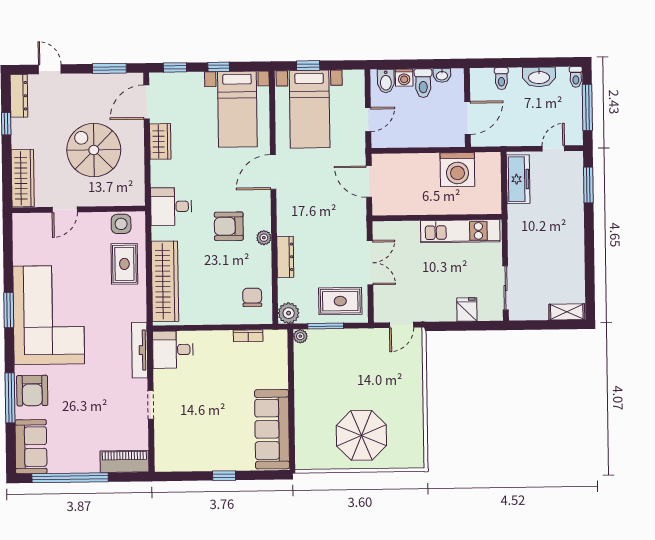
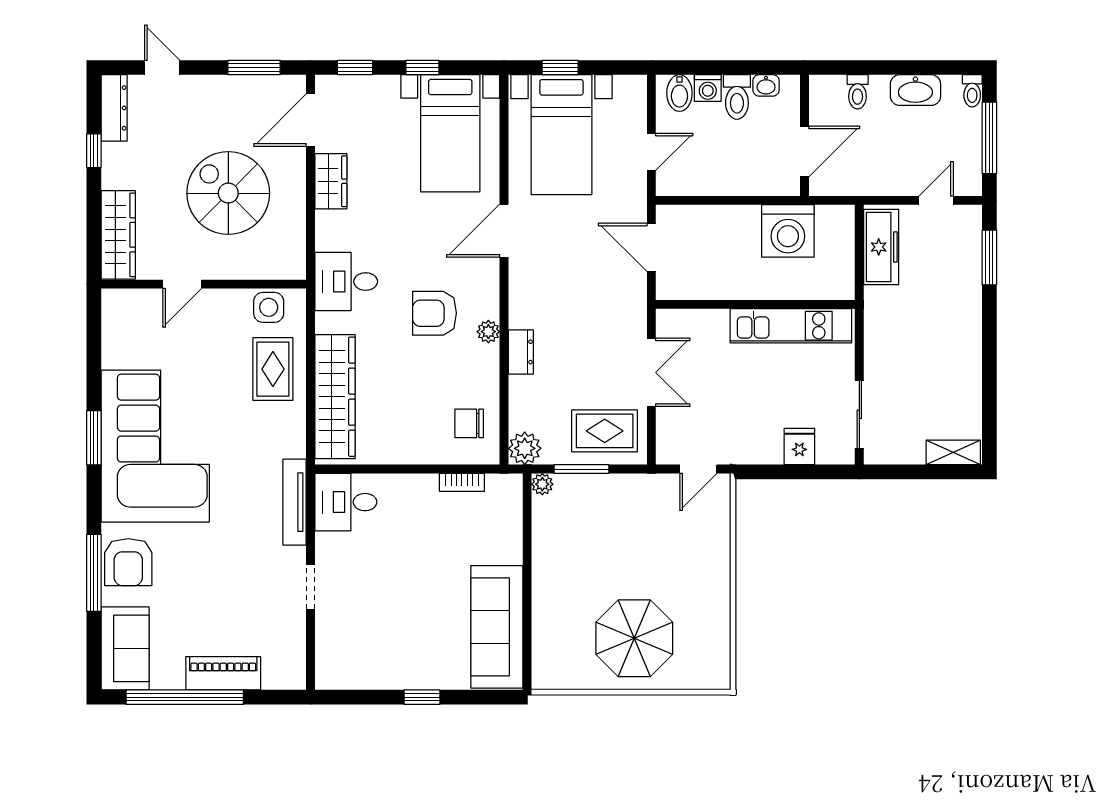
dresser: (285, 257) -> (521, 352), width x0.70
chair: (252, 297) -> (469, 423), turned -90
piano: (124, 461) -> (223, 673), moved

